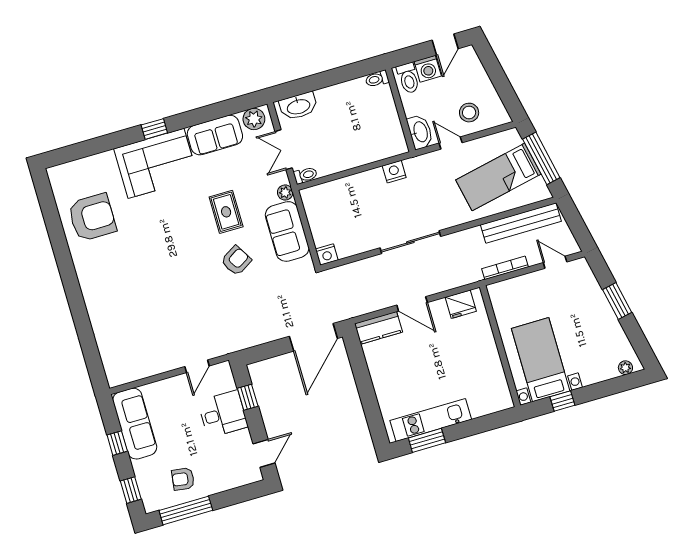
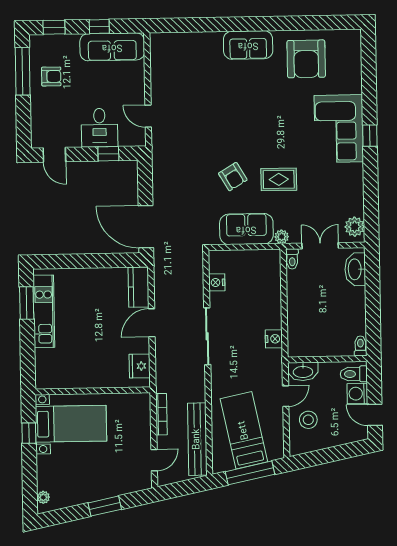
sofa: (215, 135) -> (248, 45), moved, turned -90
nightstand: (327, 255) -> (217, 282), moved
armchair: (183, 479) -> (51, 76), turned 82

